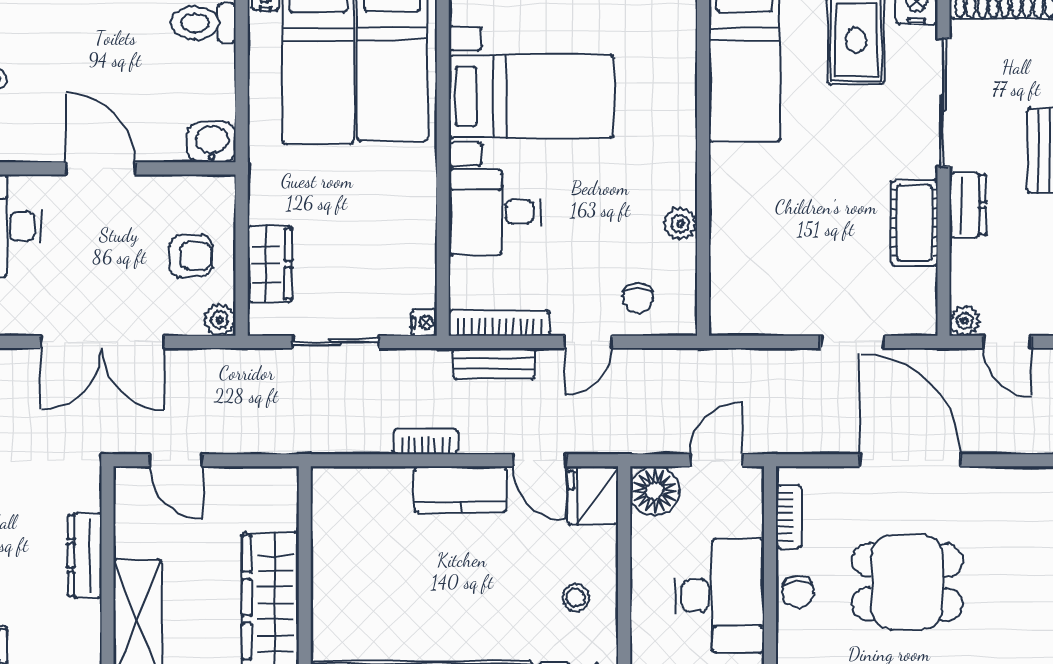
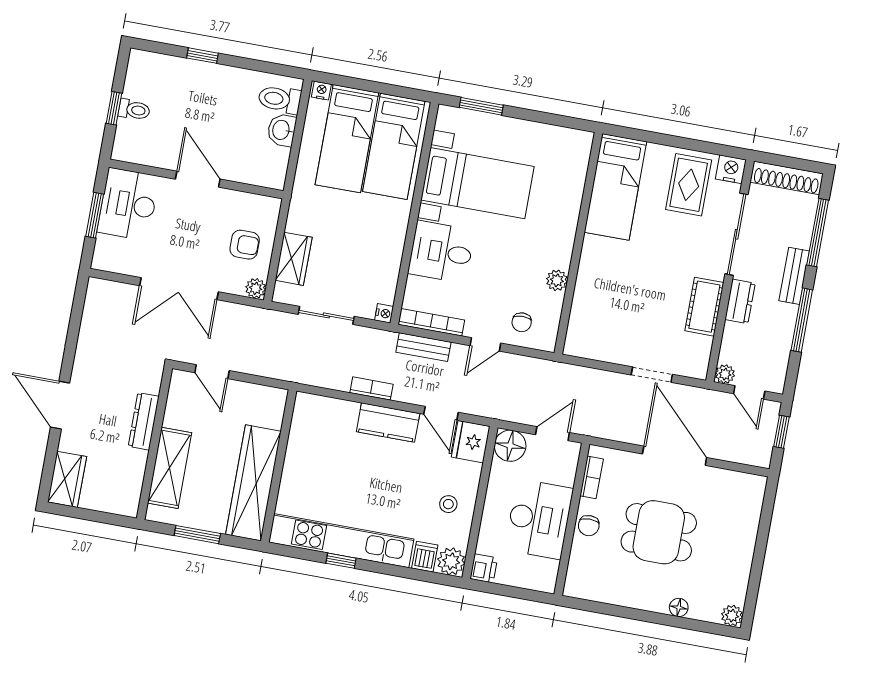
washbasin: (212, 142) -> (282, 130), moved, turned -90

